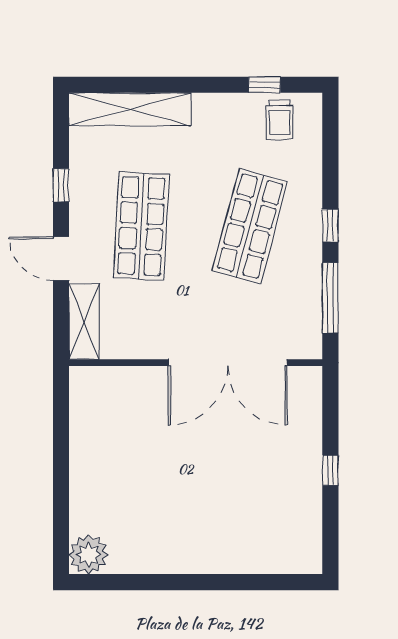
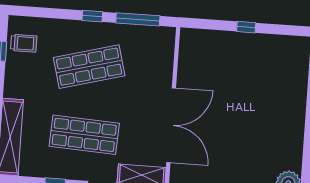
shop shelf: (250, 226) -> (89, 67), turned -30
double door: (228, 363) -> (171, 125), moved

